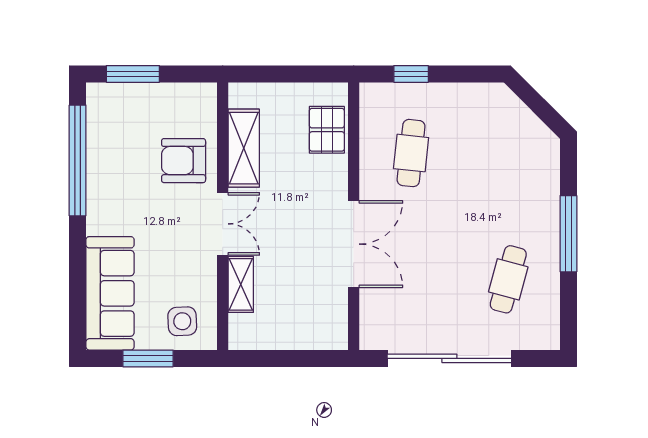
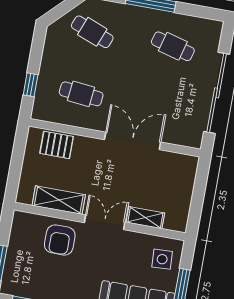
cafe table: (508, 153) -> (92, 32), added

